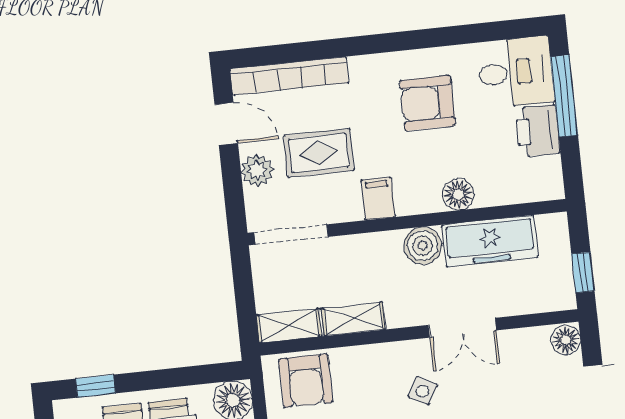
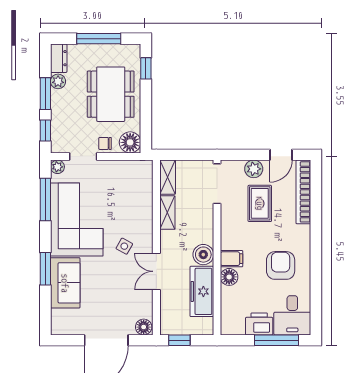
filing cabinet: (378, 198) -> (232, 259), moved
armchair: (306, 381) -> (137, 183), removed

